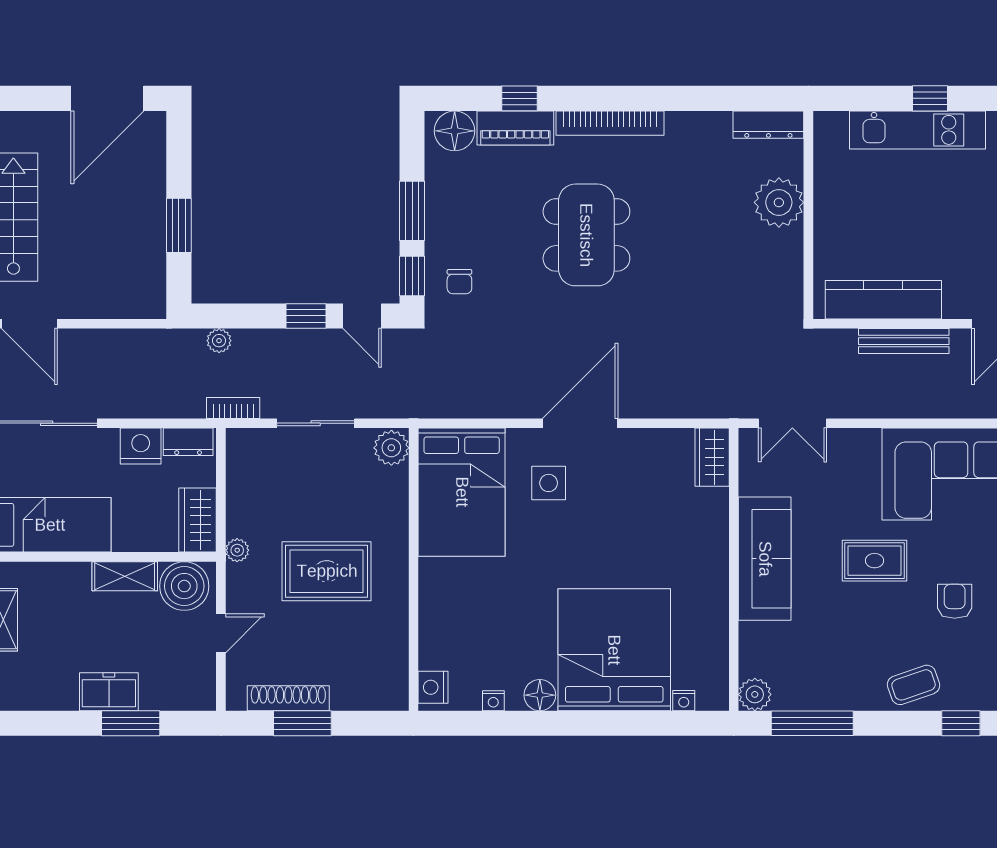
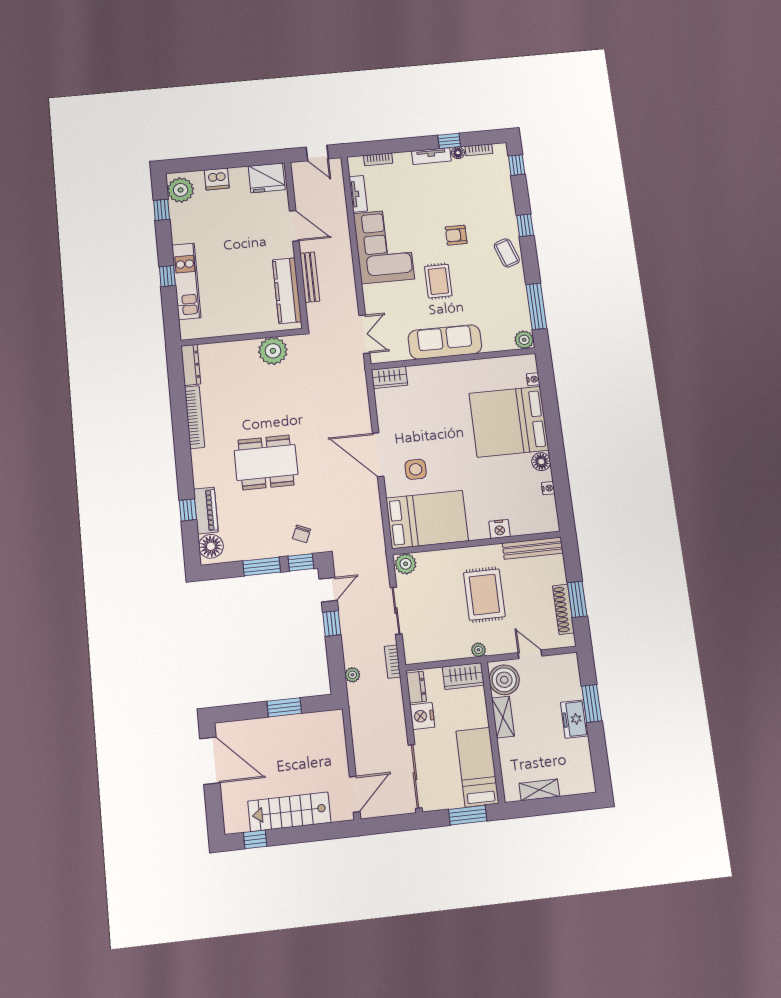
bookcase: (610, 123) -> (195, 417), moved
plant: (779, 202) -> (273, 351), moved
chair: (459, 282) -> (301, 534), turned 113
bench: (395, 661) -> (533, 548), added
nightstand: (433, 687) -> (500, 529), moved

